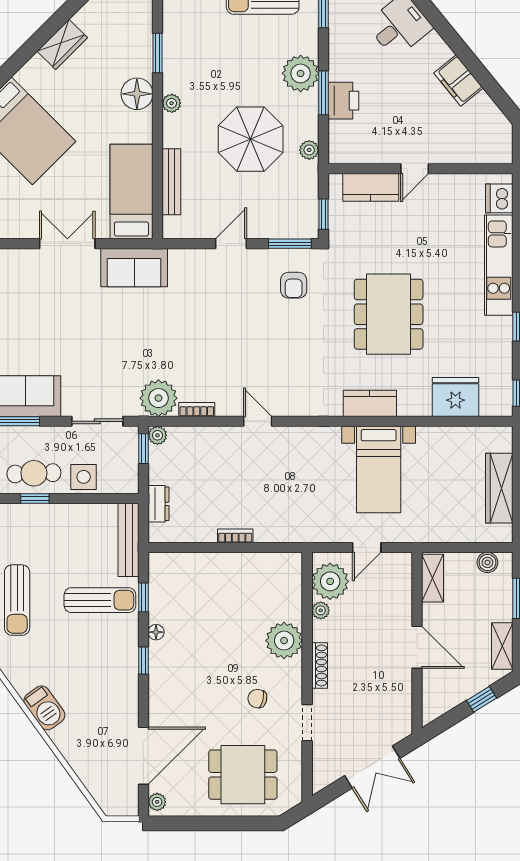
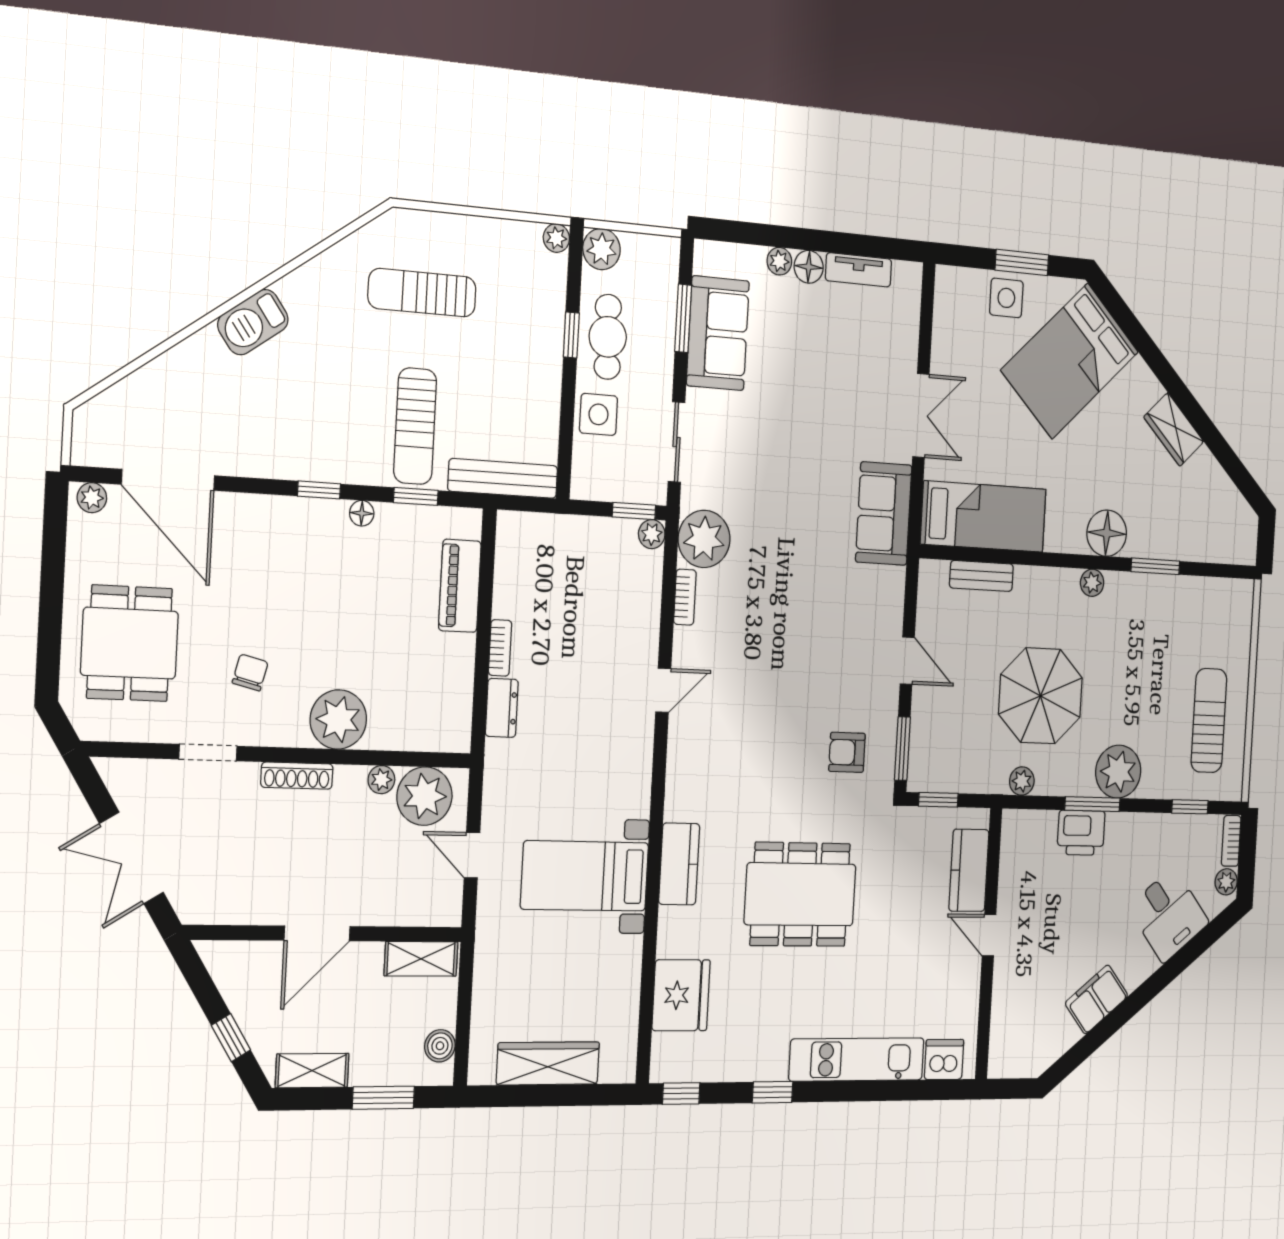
bench: (171, 182) -> (981, 576), width x0.73
dresser: (158, 504) -> (502, 708), moved, turned -90
piano: (198, 565) -> (460, 586), added

